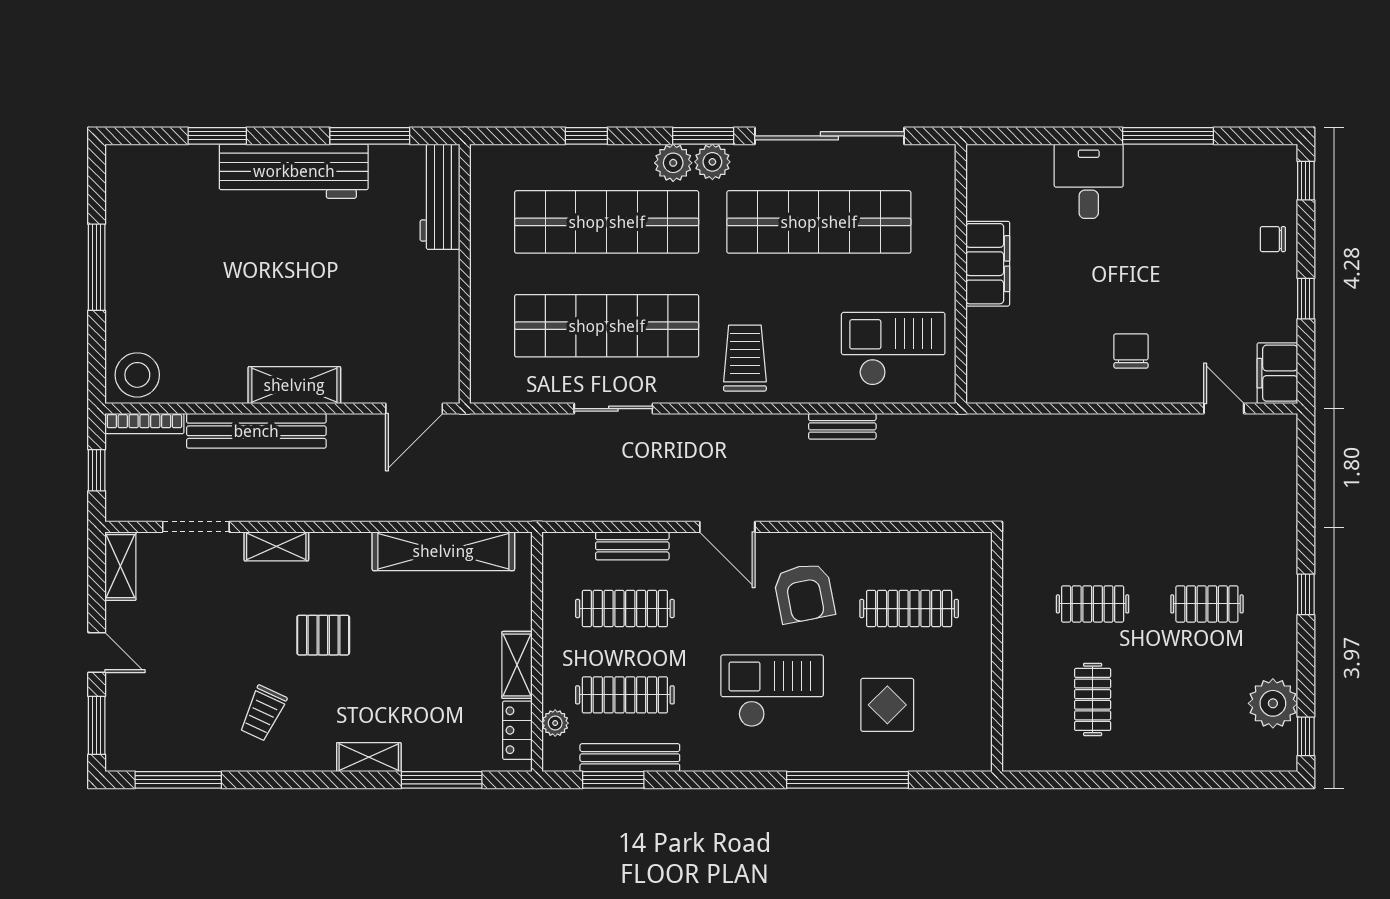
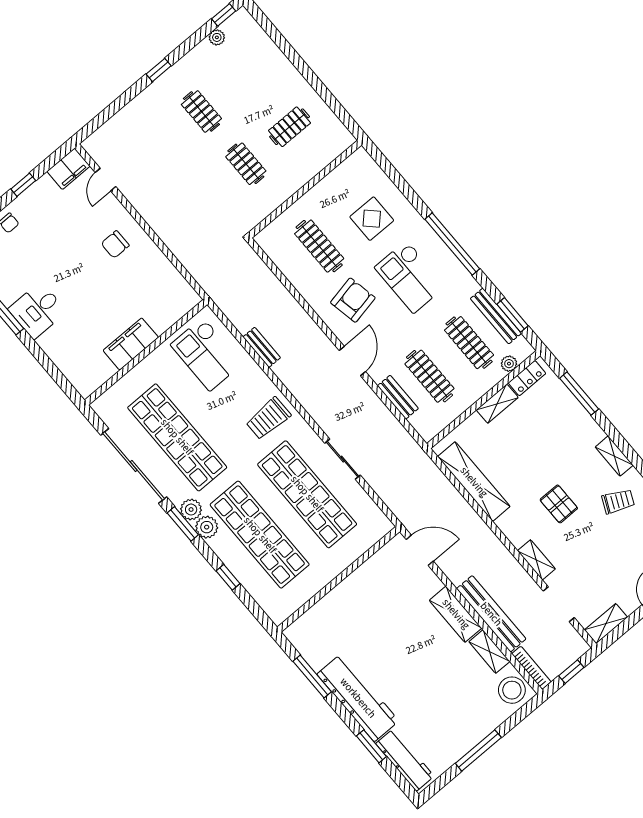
desk: (1089, 181) -> (37, 310), moved
workbench: (440, 197) -> (405, 760), moved, turned -90
shelving: (210, 388) -> (489, 652), added
plant: (1273, 703) -> (217, 37), width x0.53, depth x0.53
shelving: (369, 757) -> (614, 456), moved
window: (847, 780) -> (452, 244), moved

